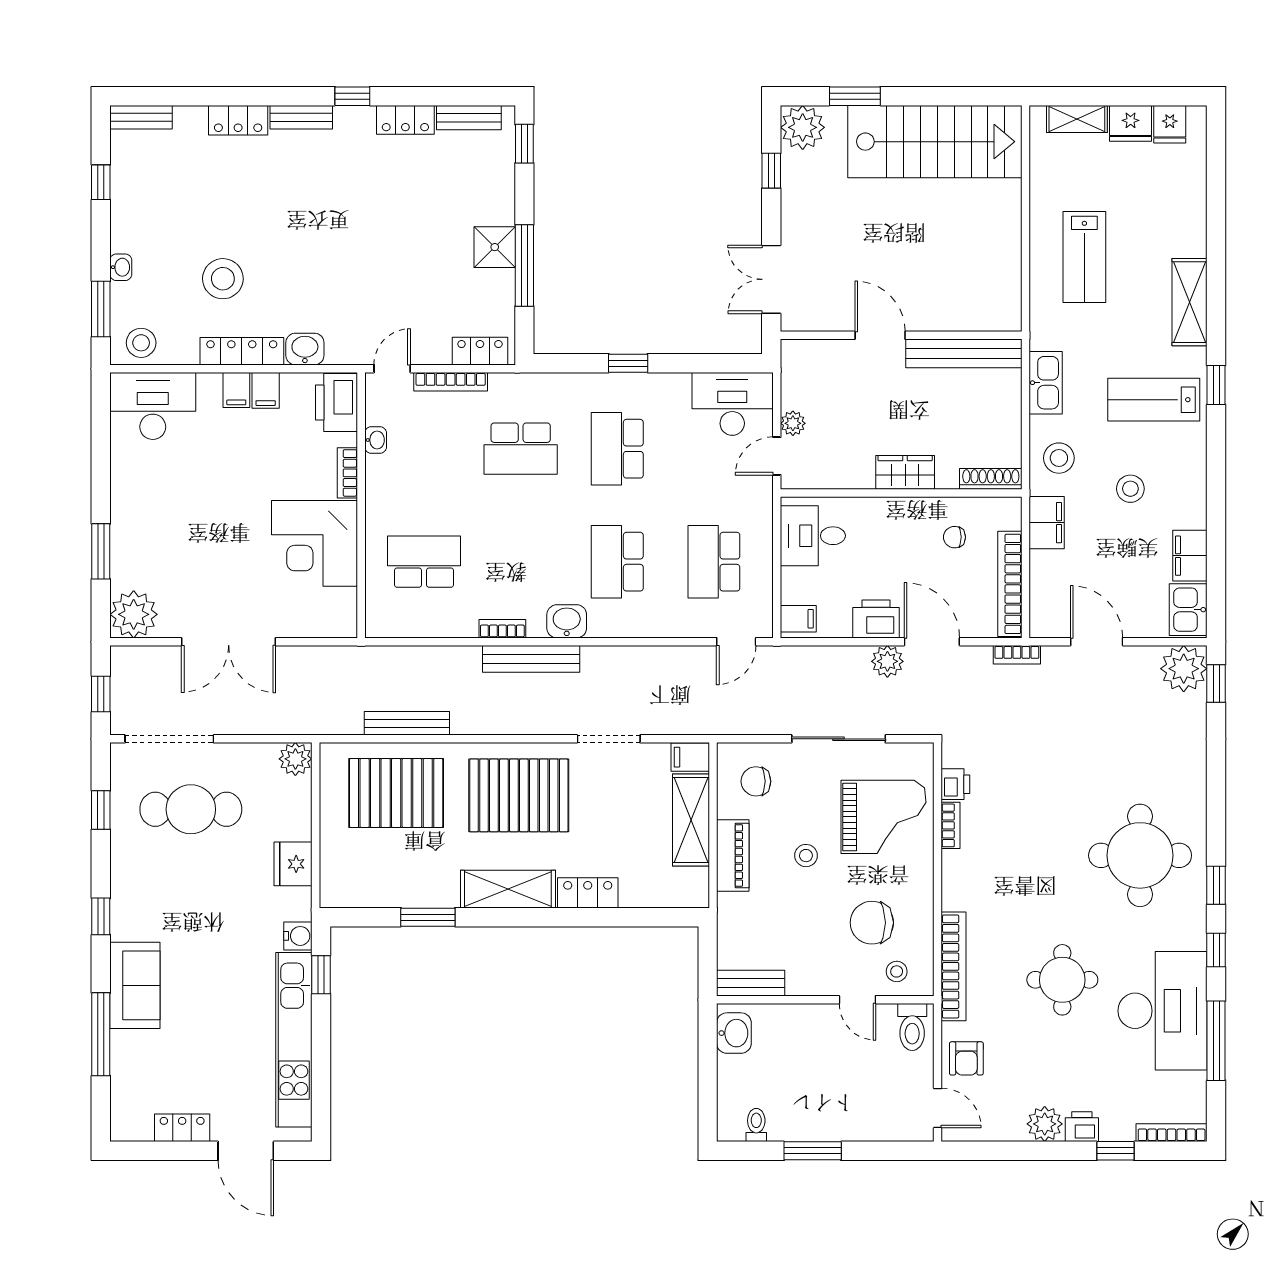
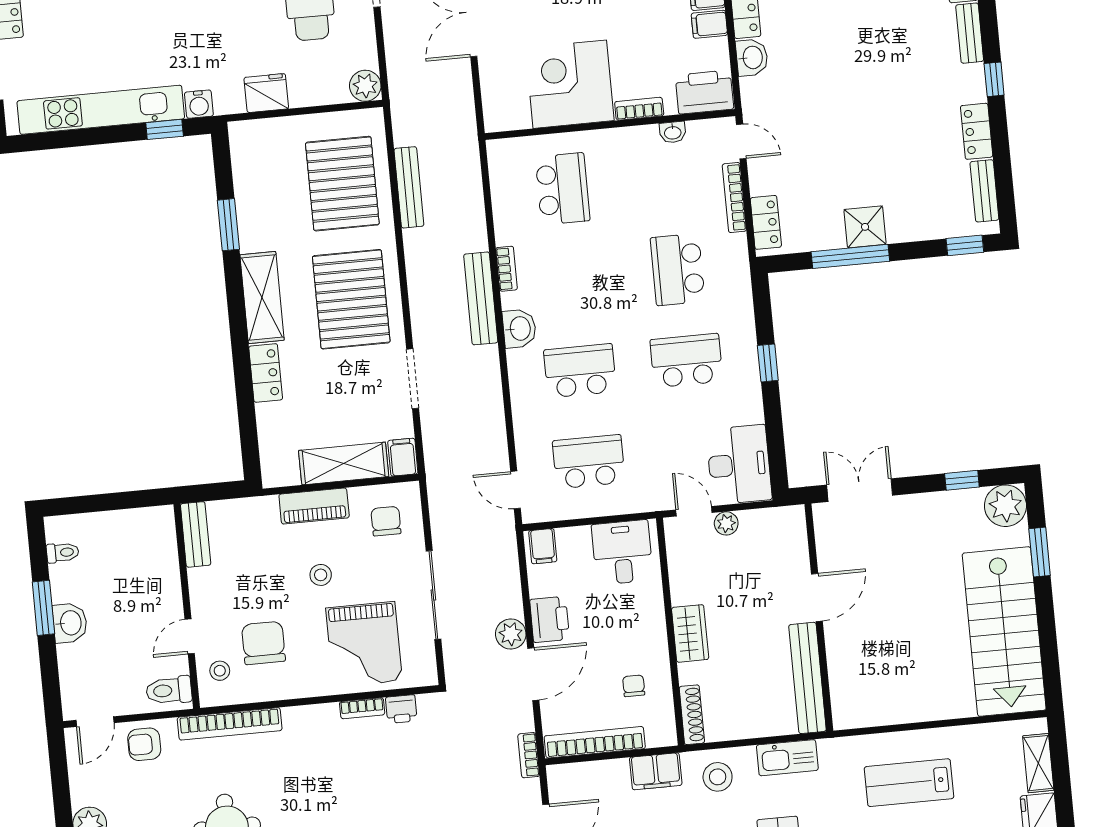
washbasin: (734, 1033) -> (70, 623), moved, turned -90

